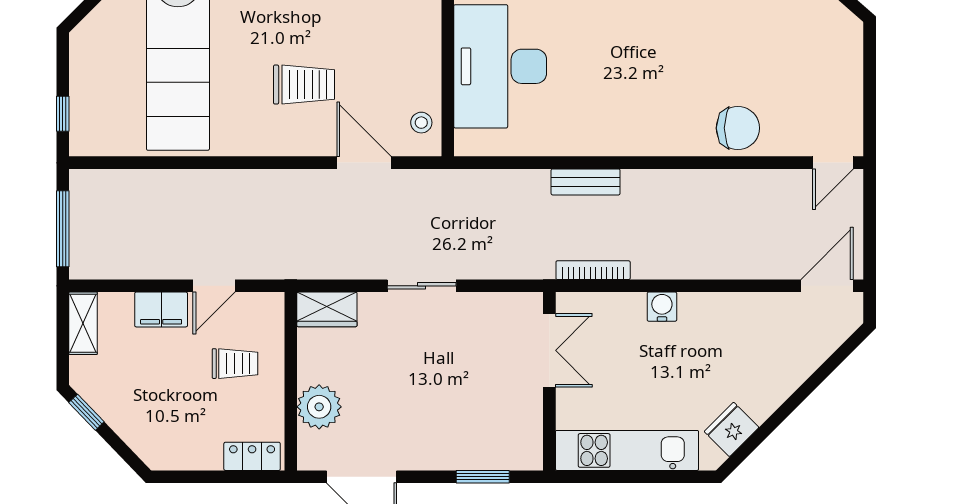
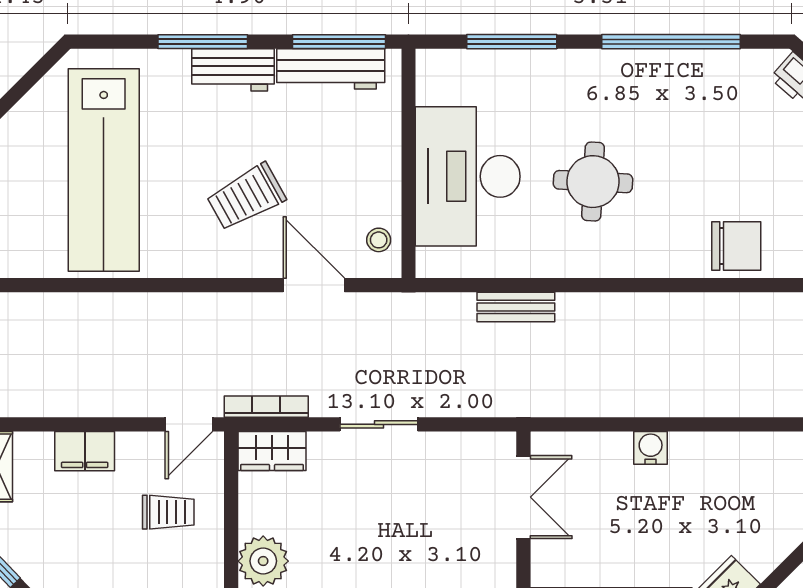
round table: (611, 71) -> (593, 182), added
trolley: (304, 85) -> (246, 197), turned 151
bench: (586, 182) -> (516, 307), moved
bookcase: (593, 270) -> (266, 407), moved
door: (214, 286) -> (189, 424), moved

